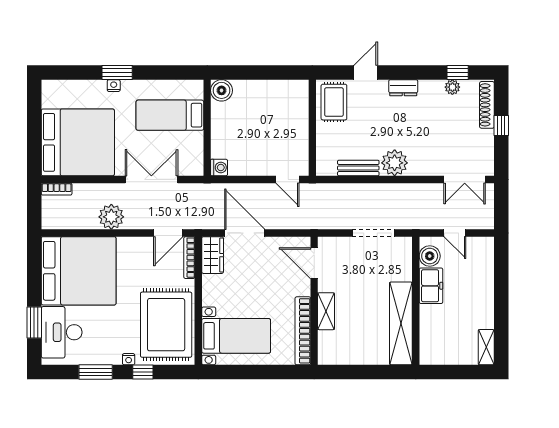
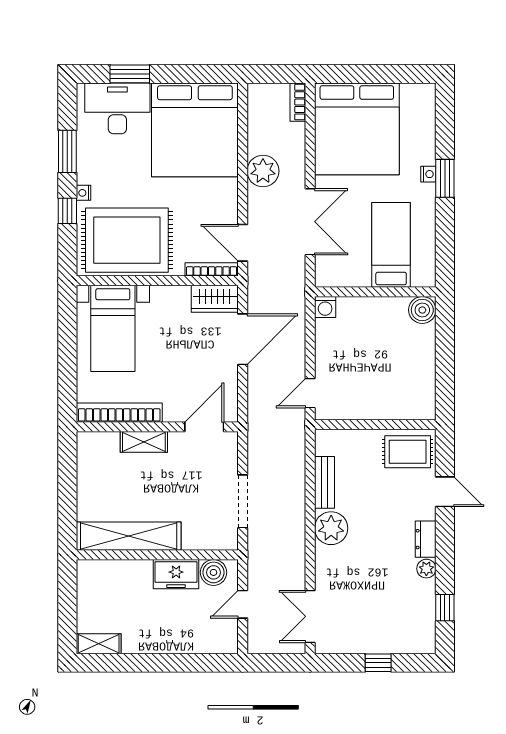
plant: (452, 87) -> (426, 569), moved
shoe rack: (487, 105) -> (404, 645), removed

